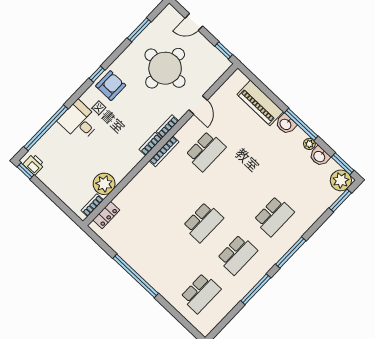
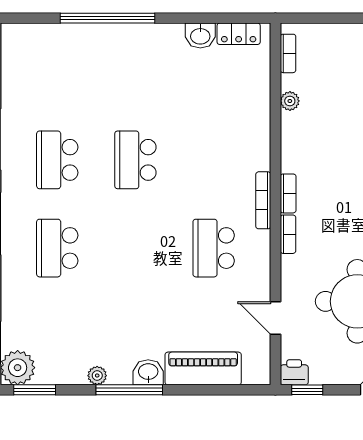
printer: (222, 63) -> (294, 372), added
door: (198, 105) -> (275, 318), moved
washbasin: (320, 156) -> (200, 36), moved, turned 180
plant: (104, 184) -> (290, 101), width x0.53, depth x0.53
locker: (106, 215) -> (239, 34), moved, turned -90
window: (136, 276) -> (107, 18), moved
school desk: (201, 293) -> (57, 72), removed

